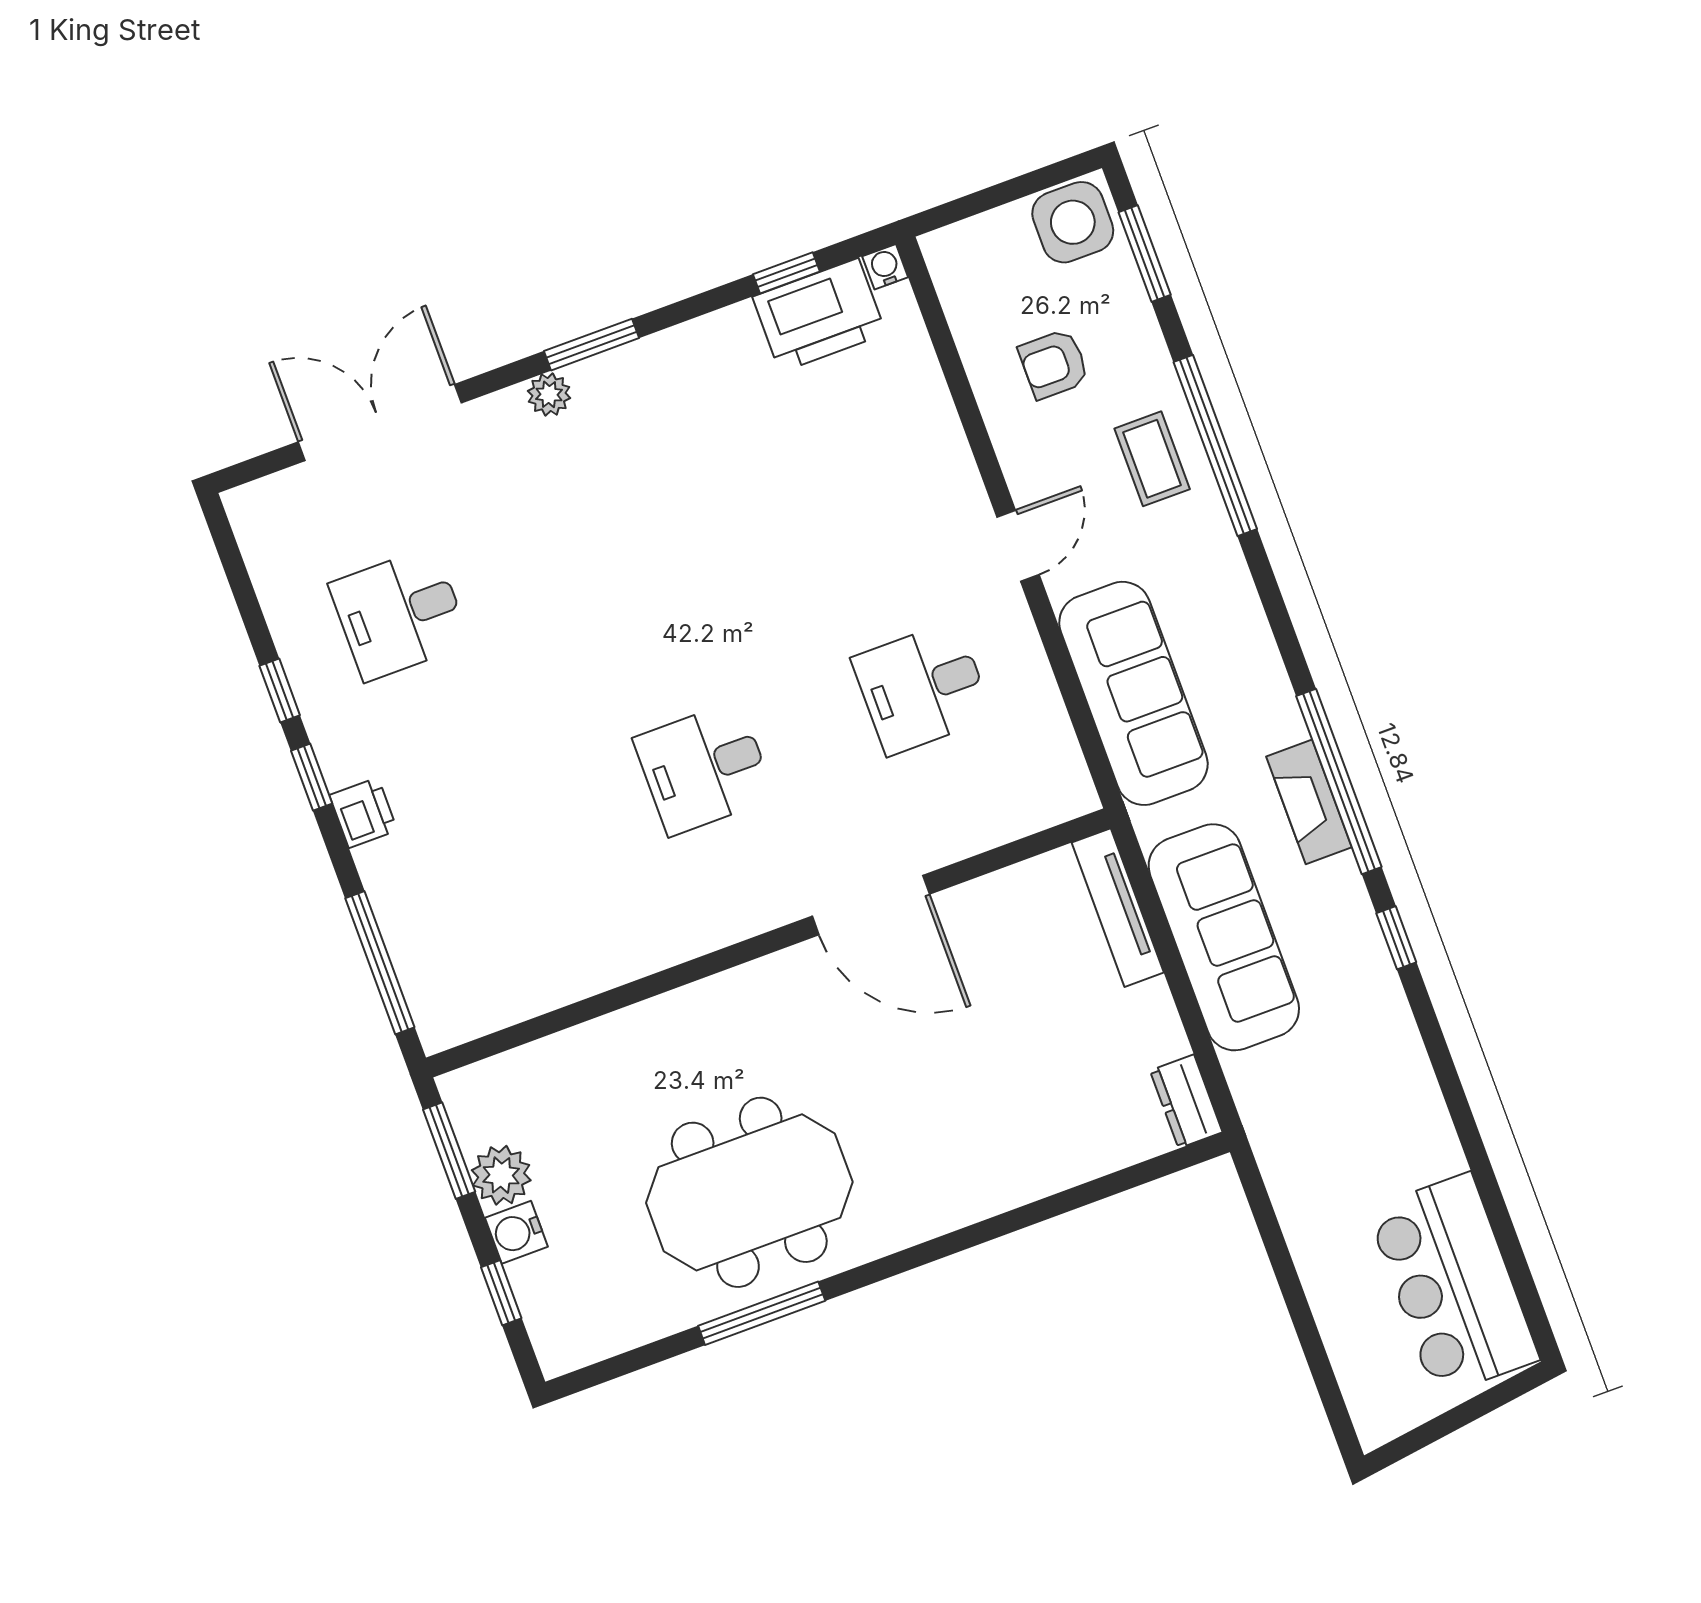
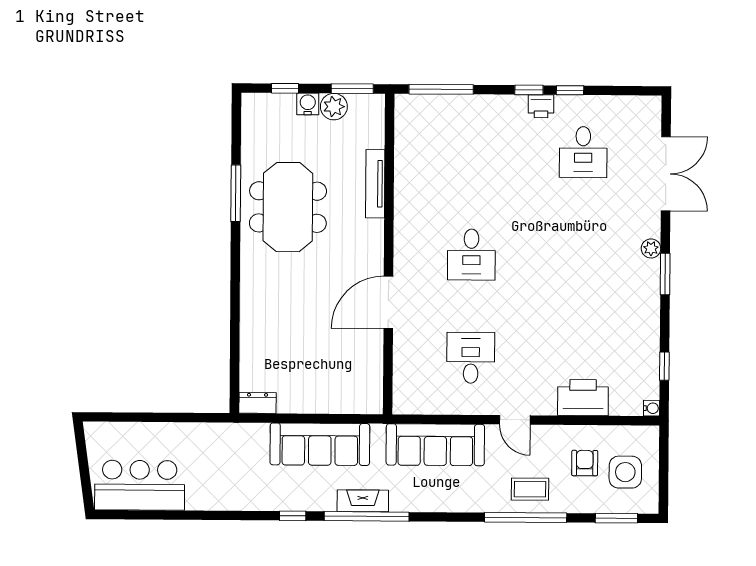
side table: (1073, 222) -> (625, 472), moved
printer: (819, 315) -> (583, 398), moved, turned 90
desk: (400, 614) -> (583, 152), turned 180
desk: (704, 768) -> (471, 255), turned 180
printer: (363, 813) -> (541, 106), moved
tv unit: (1118, 908) -> (375, 184), moved, turned -90

